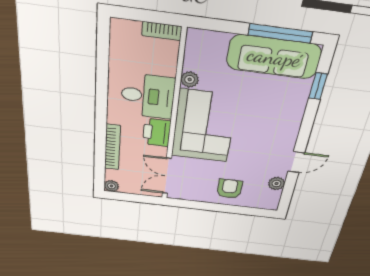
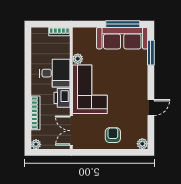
window: (318, 86) -> (151, 53), width x1.50
plant: (277, 184) -> (142, 144), moved

